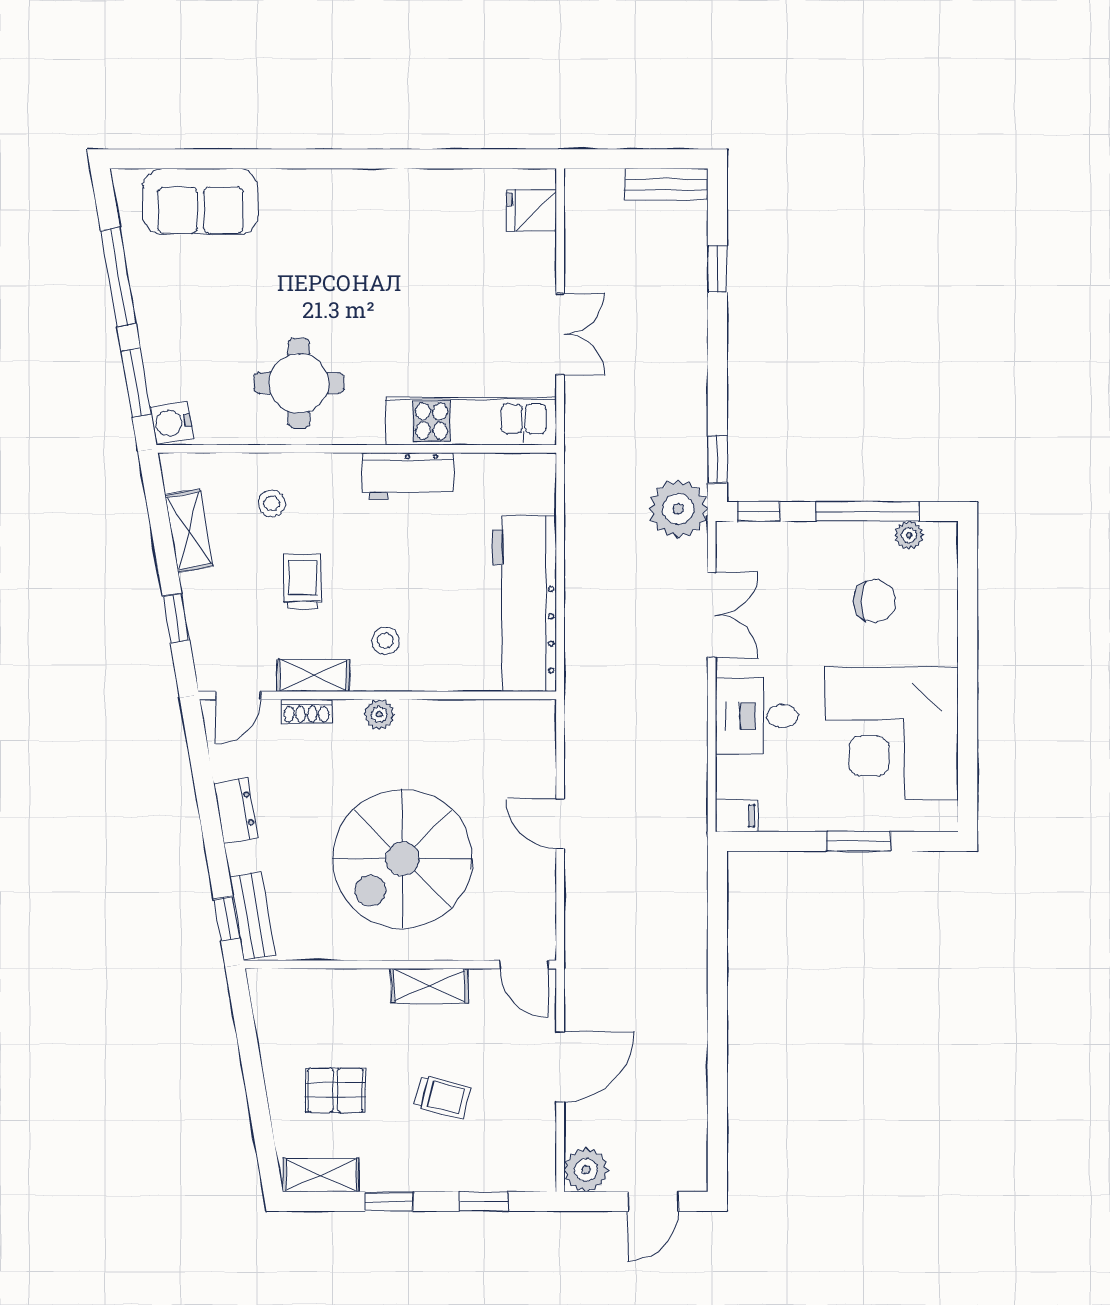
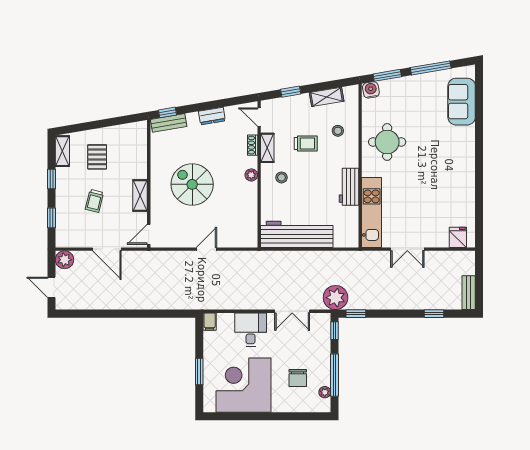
spiral stairs: (402, 859) -> (192, 184), width x0.73, depth x0.73

